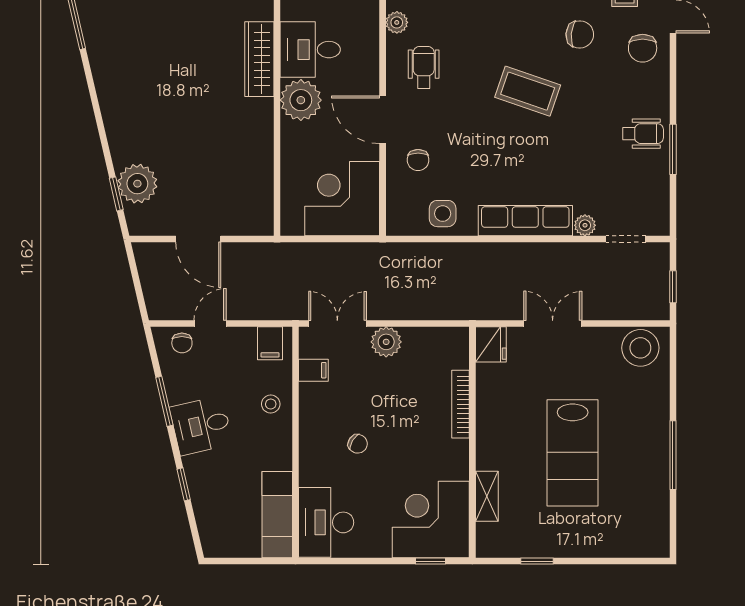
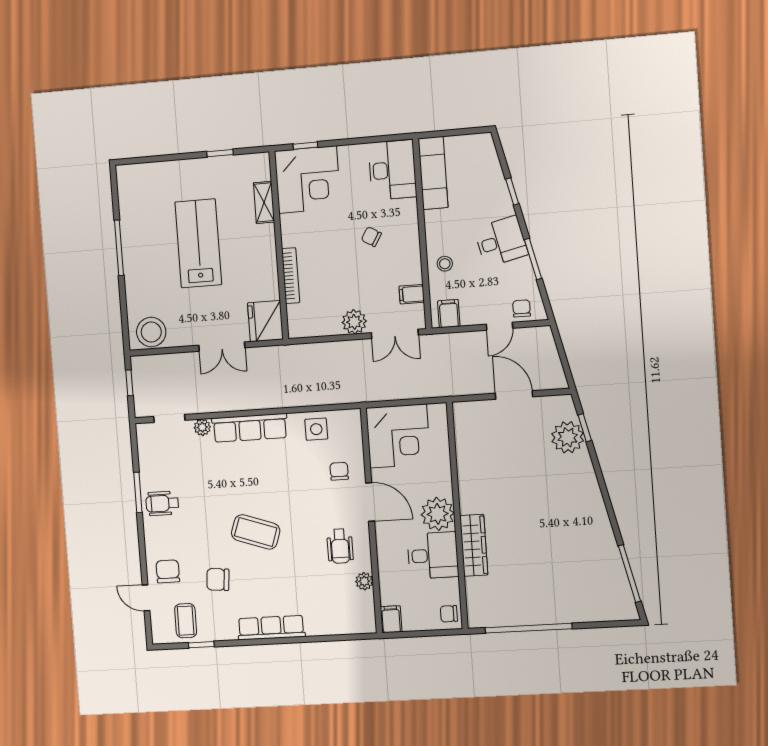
fridge: (491, 344) -> (265, 321), width x1.36, depth x1.34

